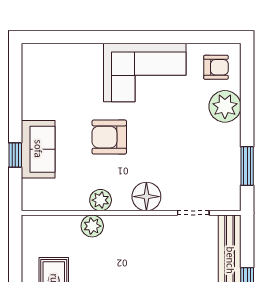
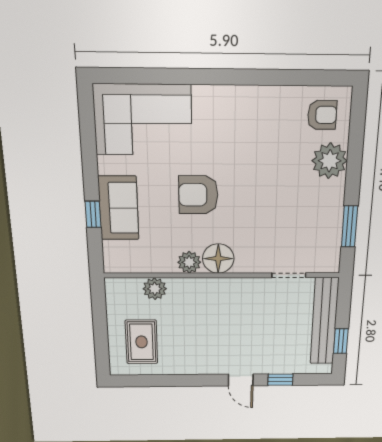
corner sofa: (145, 73) -> (143, 120), moved
floor lamp: (146, 197) -> (218, 259), moved
plant: (92, 226) -> (155, 289), moved

